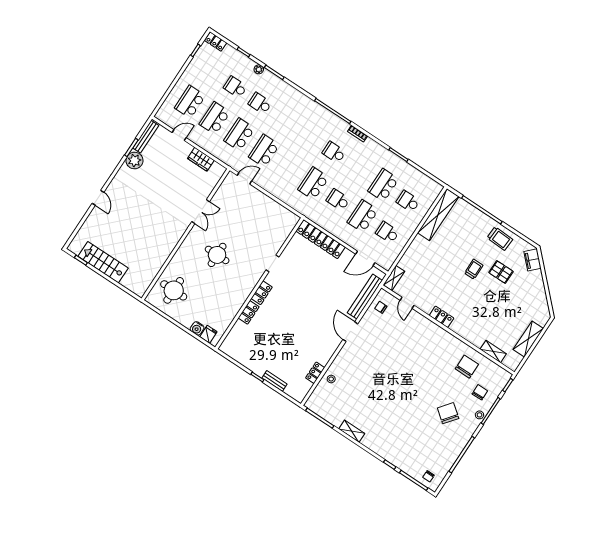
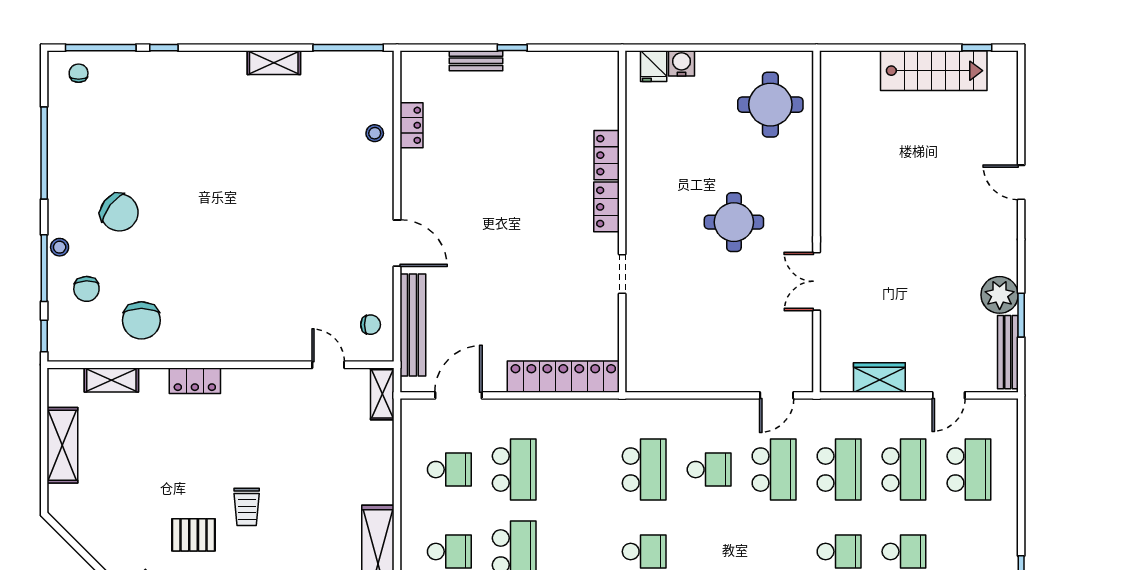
school desk: (338, 200) -> (709, 470), moved
locker: (441, 317) -> (195, 381), moved

